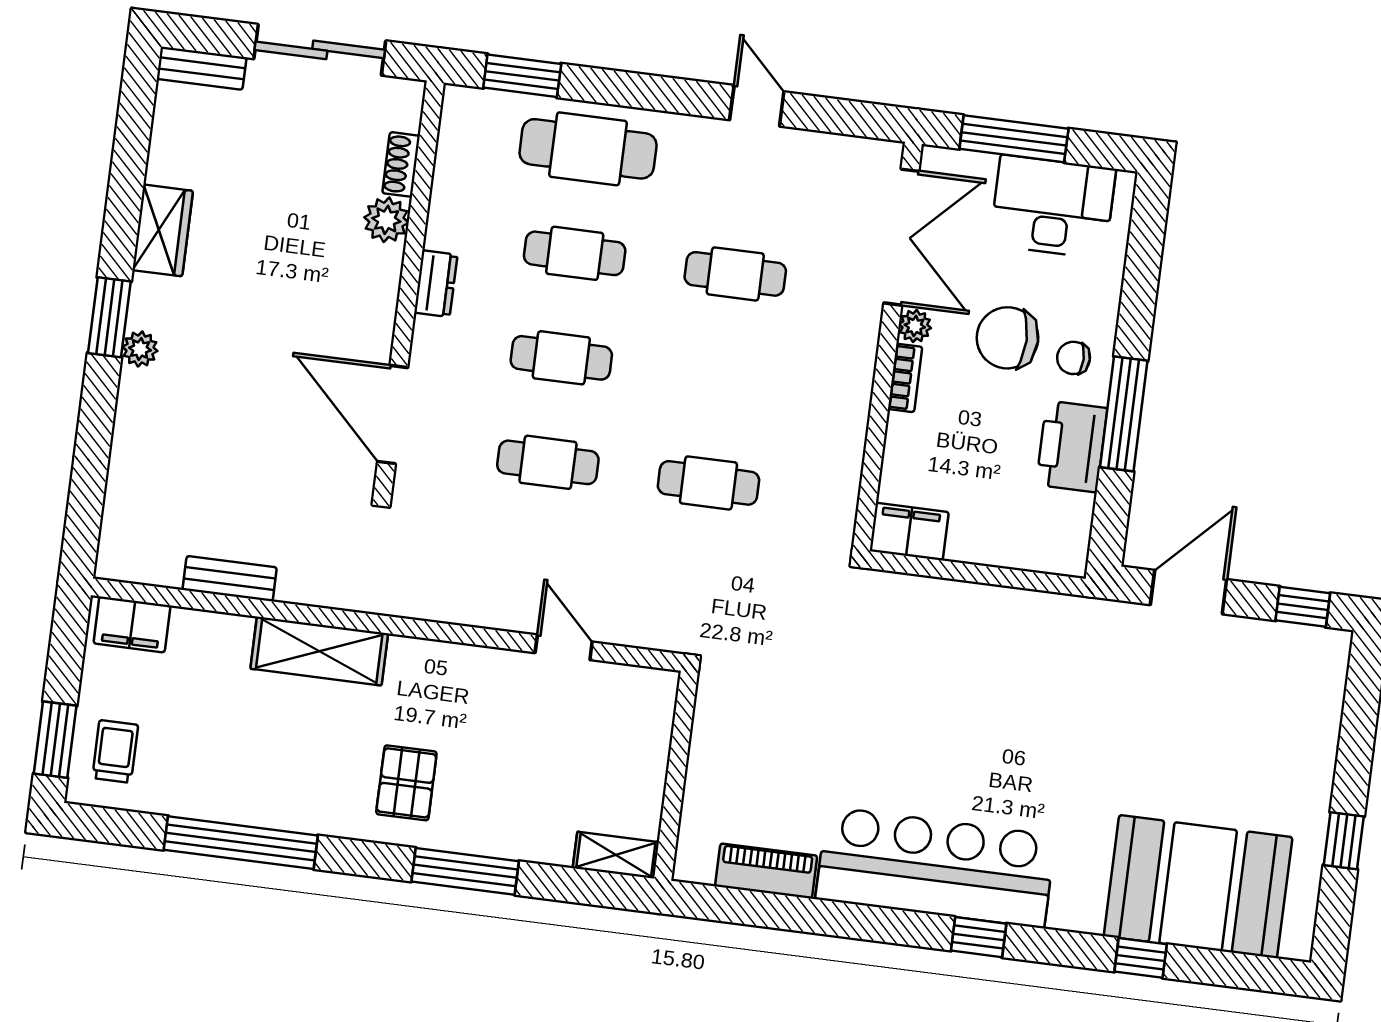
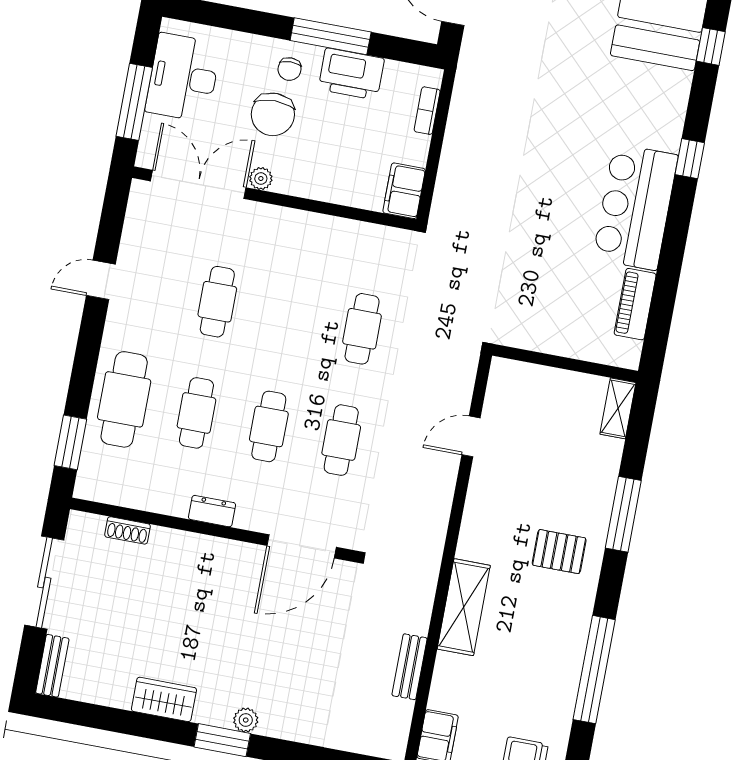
plant: (386, 220) -> (166, 543), removed
bookcase: (905, 378) -> (427, 111), moved, turned -90
bar counter: (936, 867) -> (635, 207), width x0.73

